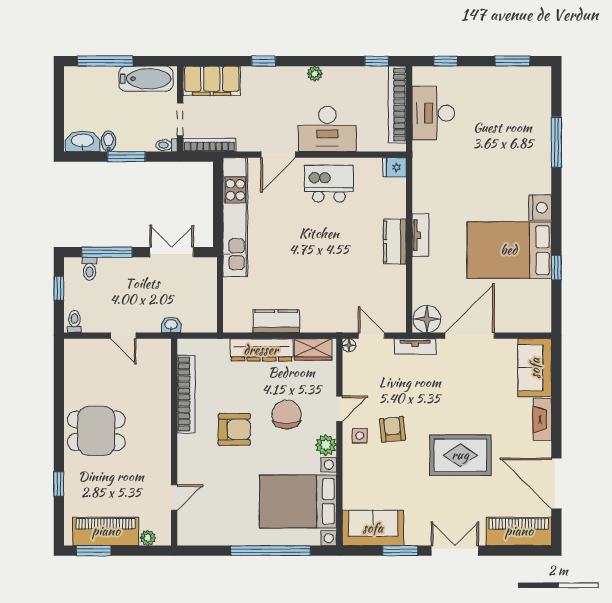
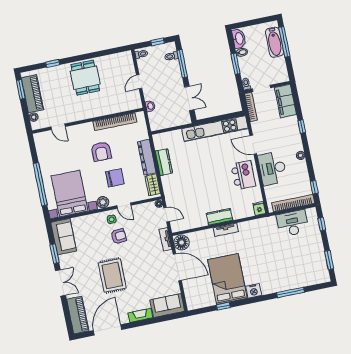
bathtub: (146, 79) -> (275, 42), moved
door: (372, 336) -> (166, 215), hinge flipped

